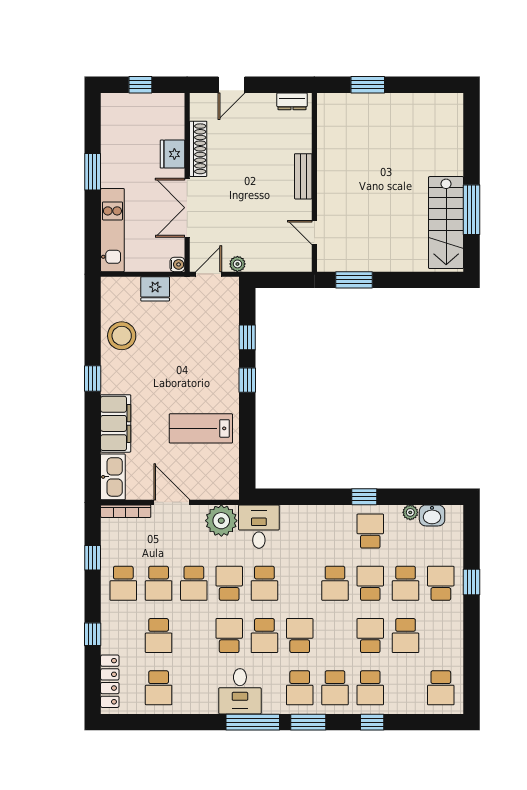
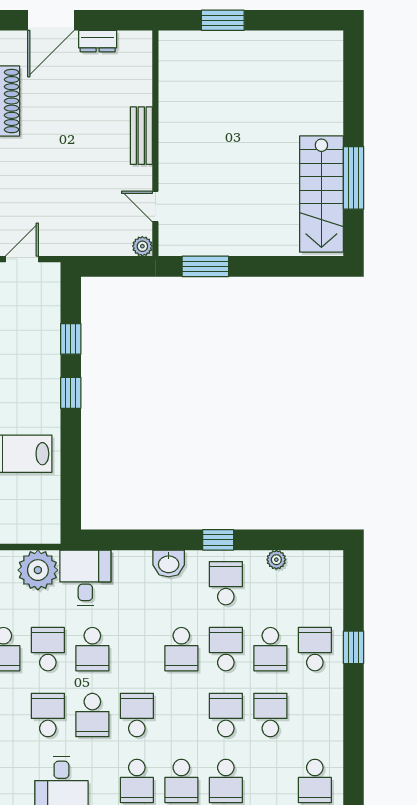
door: (232, 85) -> (51, 20), width x1.38
dresser: (292, 101) -> (98, 41), moved
plant: (237, 264) -> (142, 246), moved
washbasin: (432, 515) -> (169, 564), moved
school desk: (406, 636) -> (270, 715), turned 180

